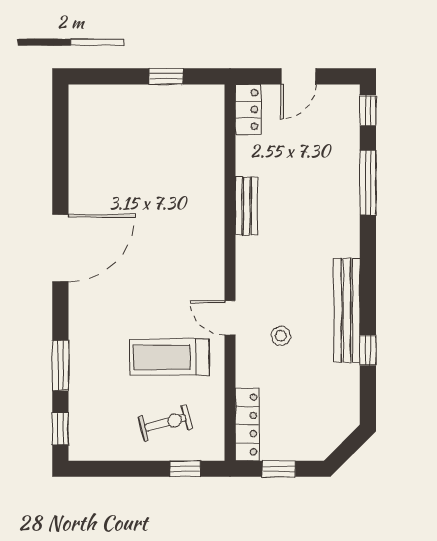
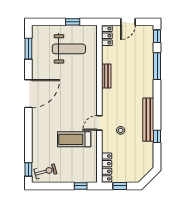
weight bench: (157, 141) -> (69, 49), added
door: (230, 318) -> (99, 123), hinge flipped
window: (60, 365) -> (28, 49), moved
exercise bike: (165, 423) -> (45, 171), moved

